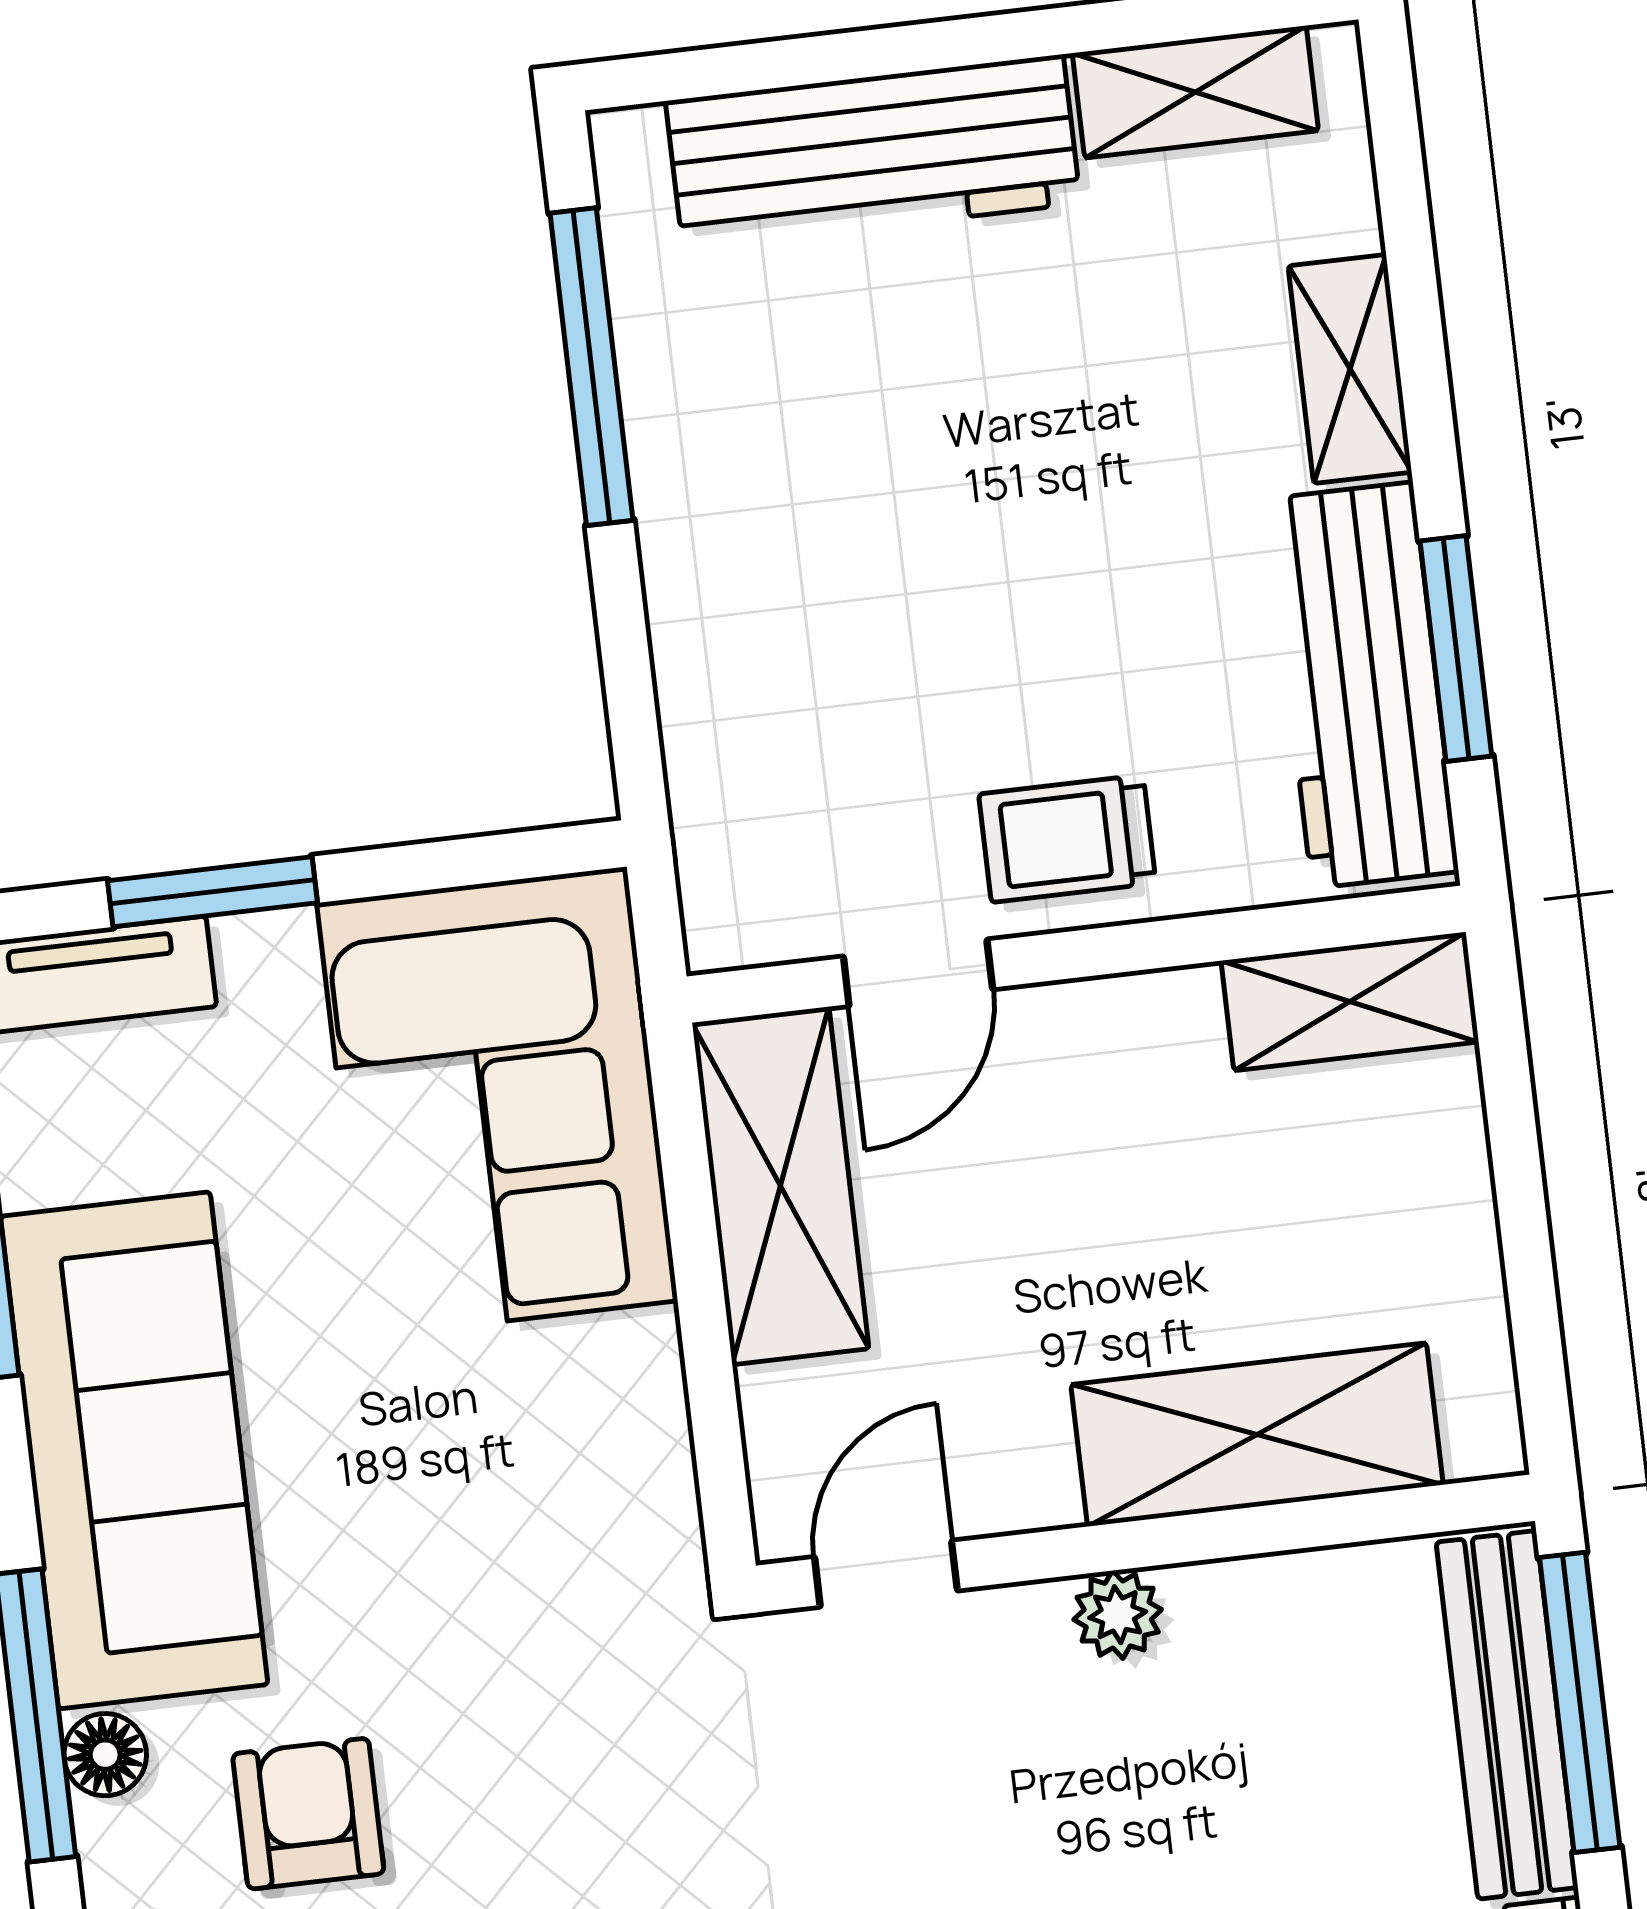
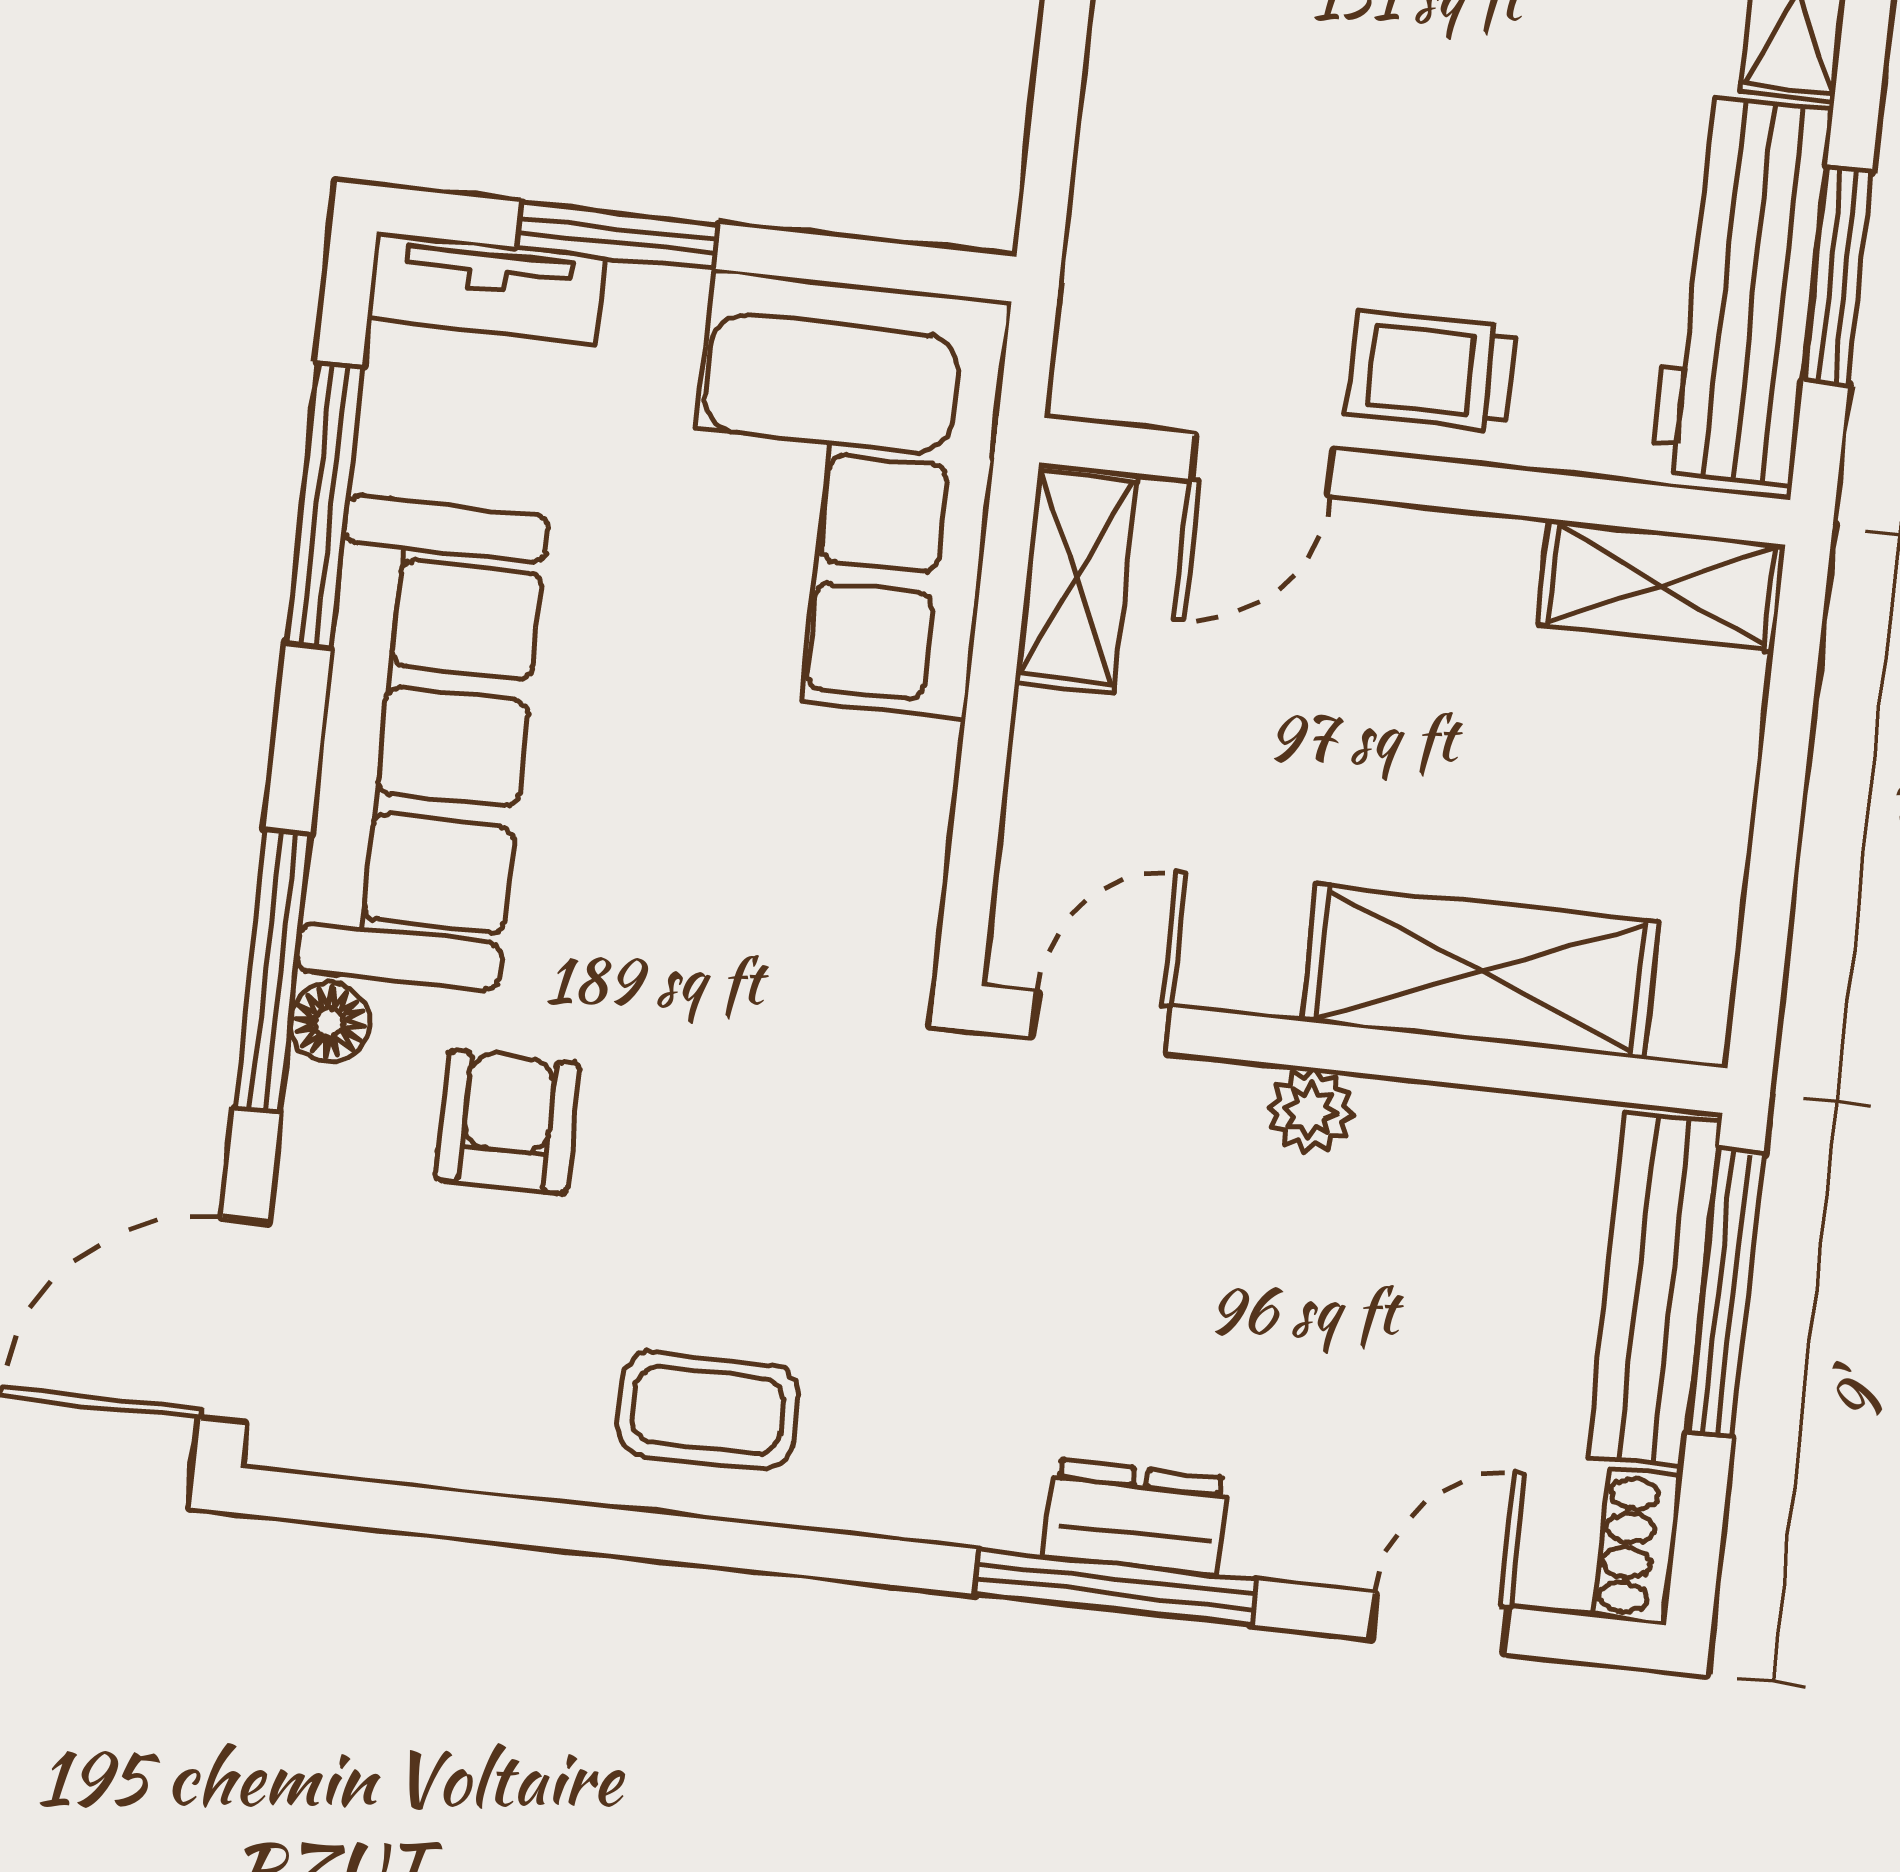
shelving: (781, 1186) -> (1076, 578), width x0.67, depth x0.75

